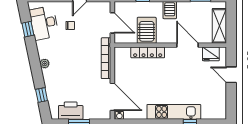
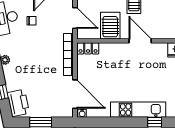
door: (187, 45) -> (140, 41), moved
locker: (148, 52) -> (88, 48), moved, width x0.66
printer: (71, 111) -> (18, 103), moved, turned 78

